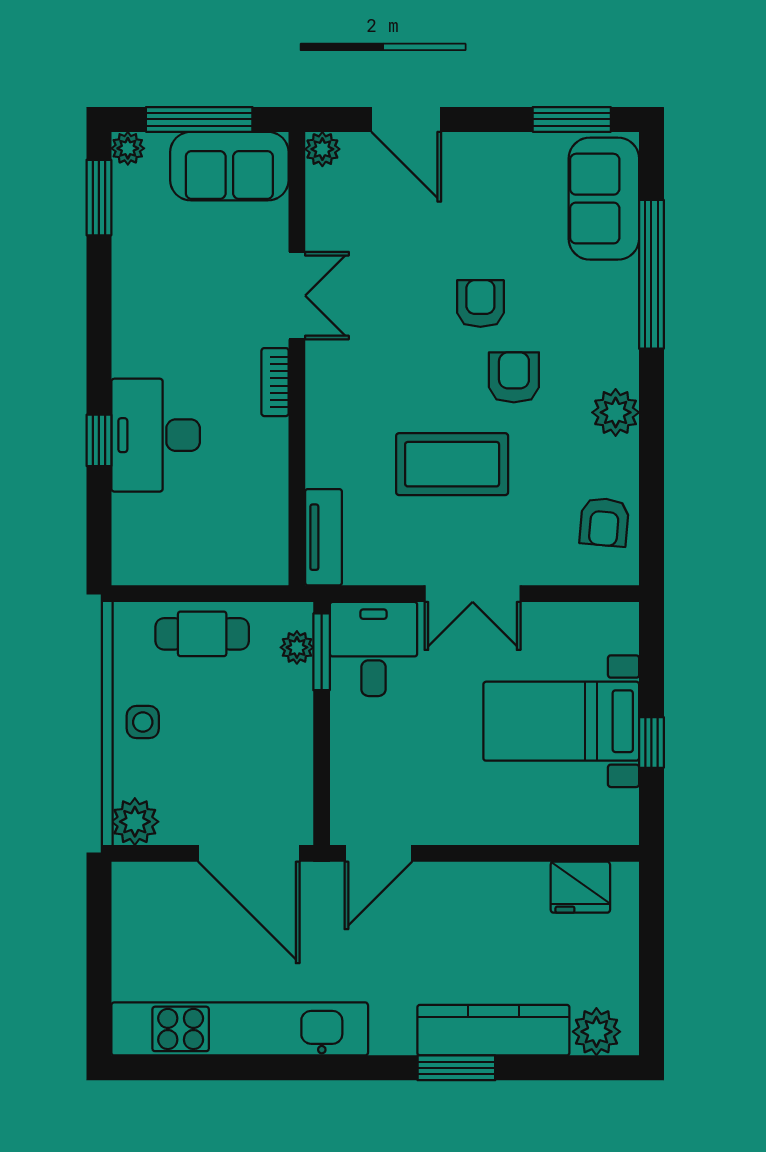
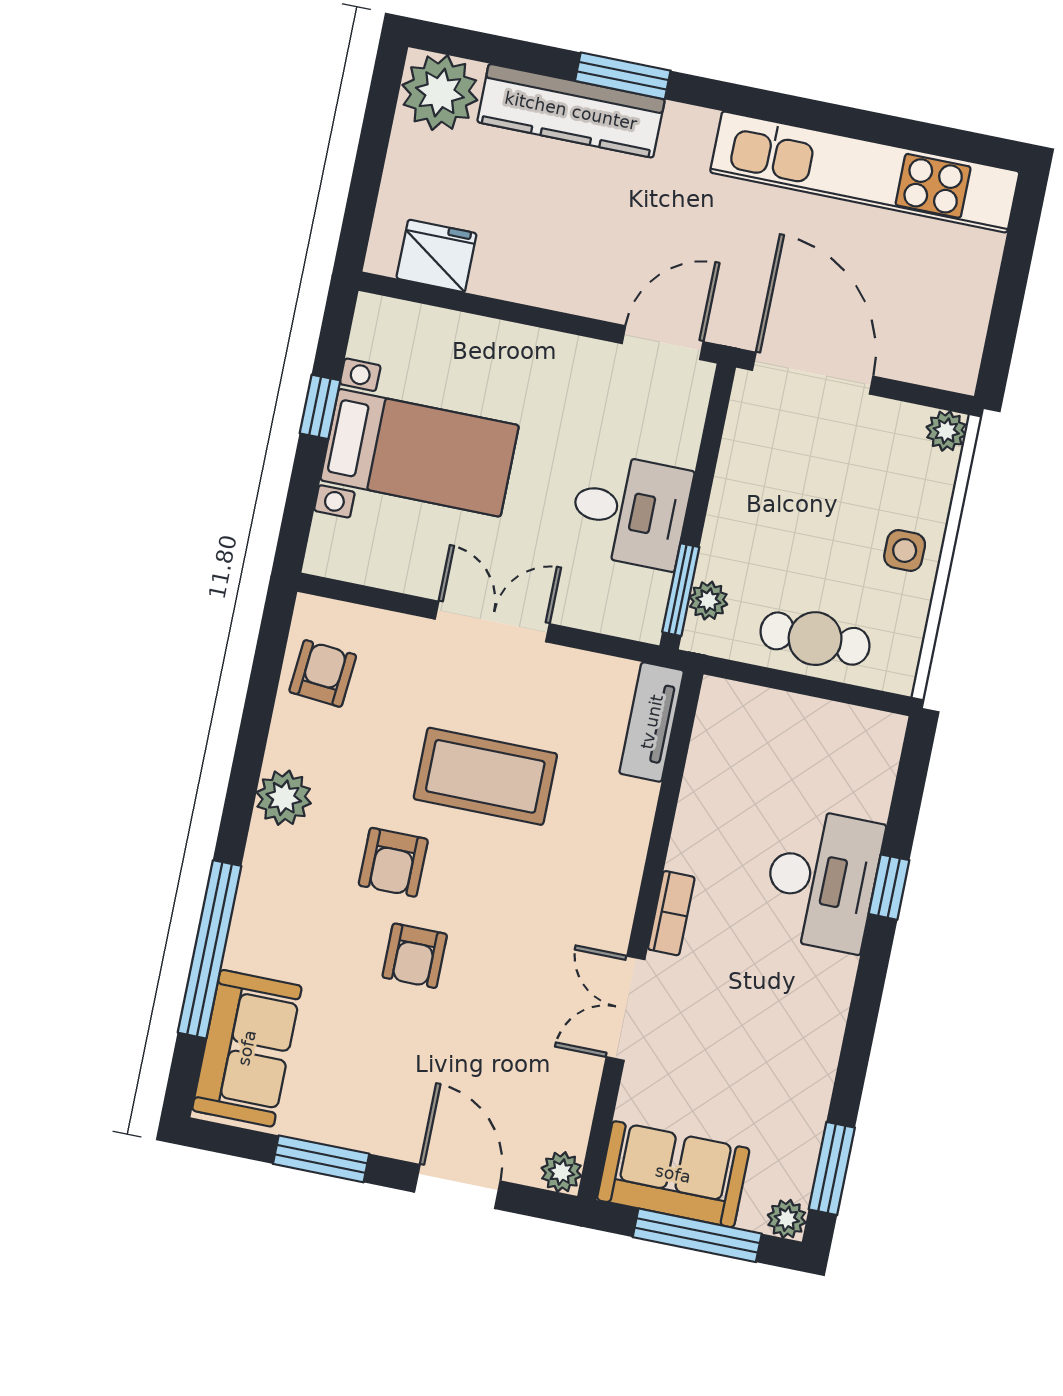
window: (572, 119) -> (321, 1159), moved
desk: (374, 649) -> (630, 511), moved, turned -90
plant: (135, 822) -> (946, 431), width x0.73, depth x0.73
plant: (596, 1032) -> (440, 93), width x1.36, depth x1.36

